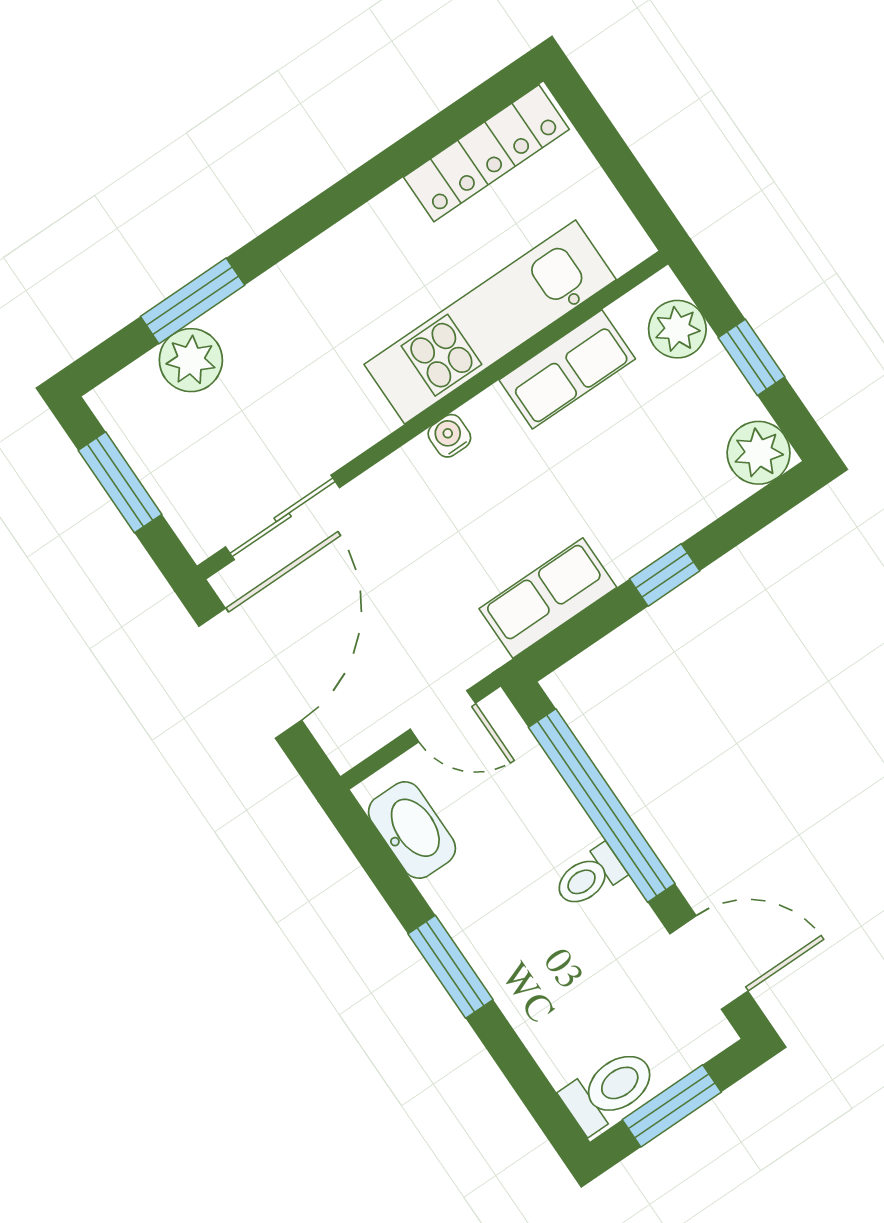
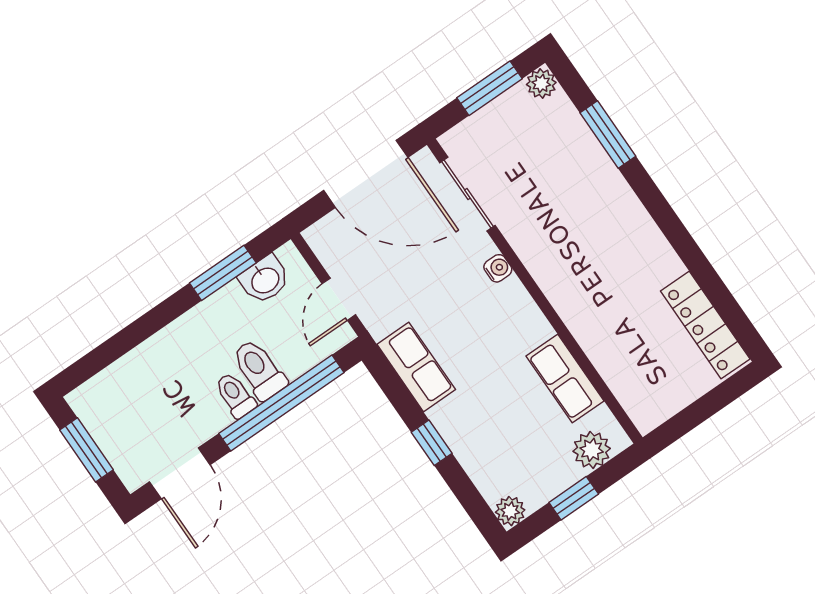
kitchen unit: (490, 322) -> (595, 328), removed
plant: (191, 360) -> (541, 84), moved, width x0.73, depth x0.73
water cooler: (449, 436) -> (498, 268), moved
plant: (759, 453) -> (510, 511), width x0.73, depth x0.73
washbasin: (412, 830) -> (265, 280), width x0.72
window: (450, 967) -> (223, 273), moved
toilet: (609, 1090) -> (259, 370), moved, turned 180

